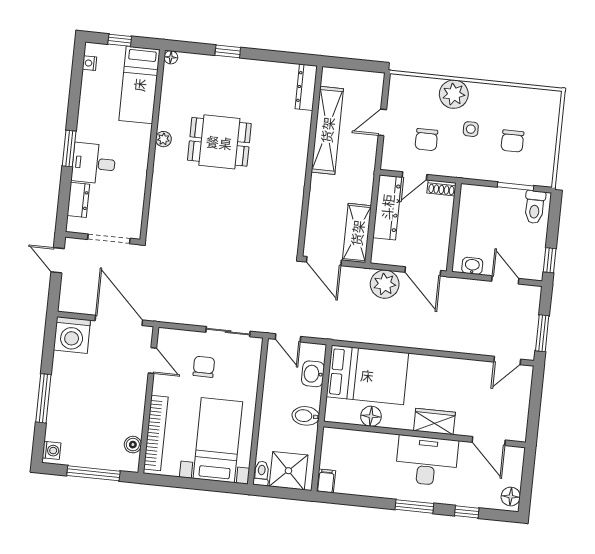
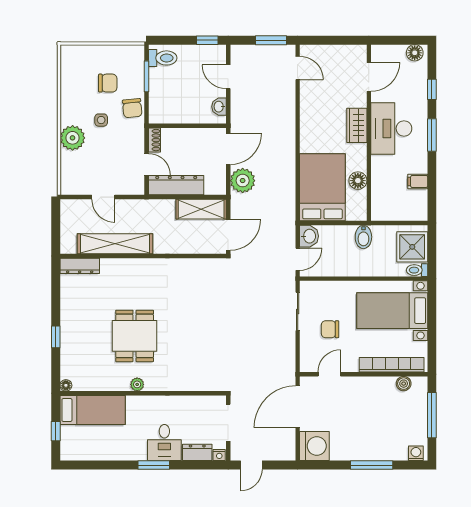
nightstand: (90, 63) -> (219, 455), moved
chair: (426, 140) -> (132, 108), moved, turned 84
door: (505, 280) -> (228, 77), hinge flipped
washbasin: (313, 374) -> (309, 236), moved, turned -90
filing cabinet: (326, 481) -> (418, 181), moved

